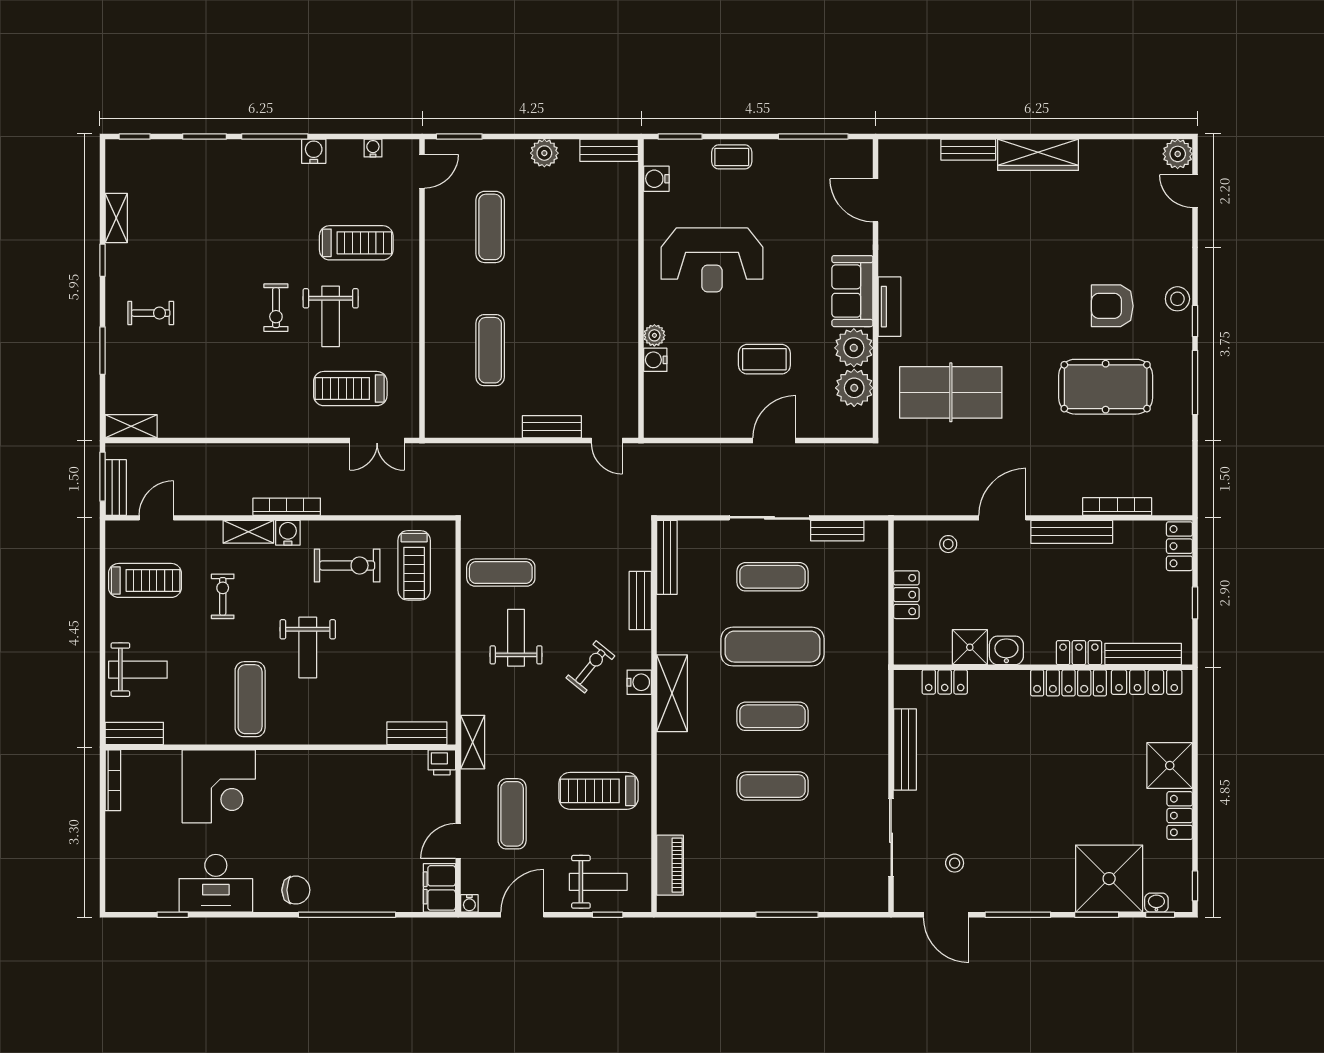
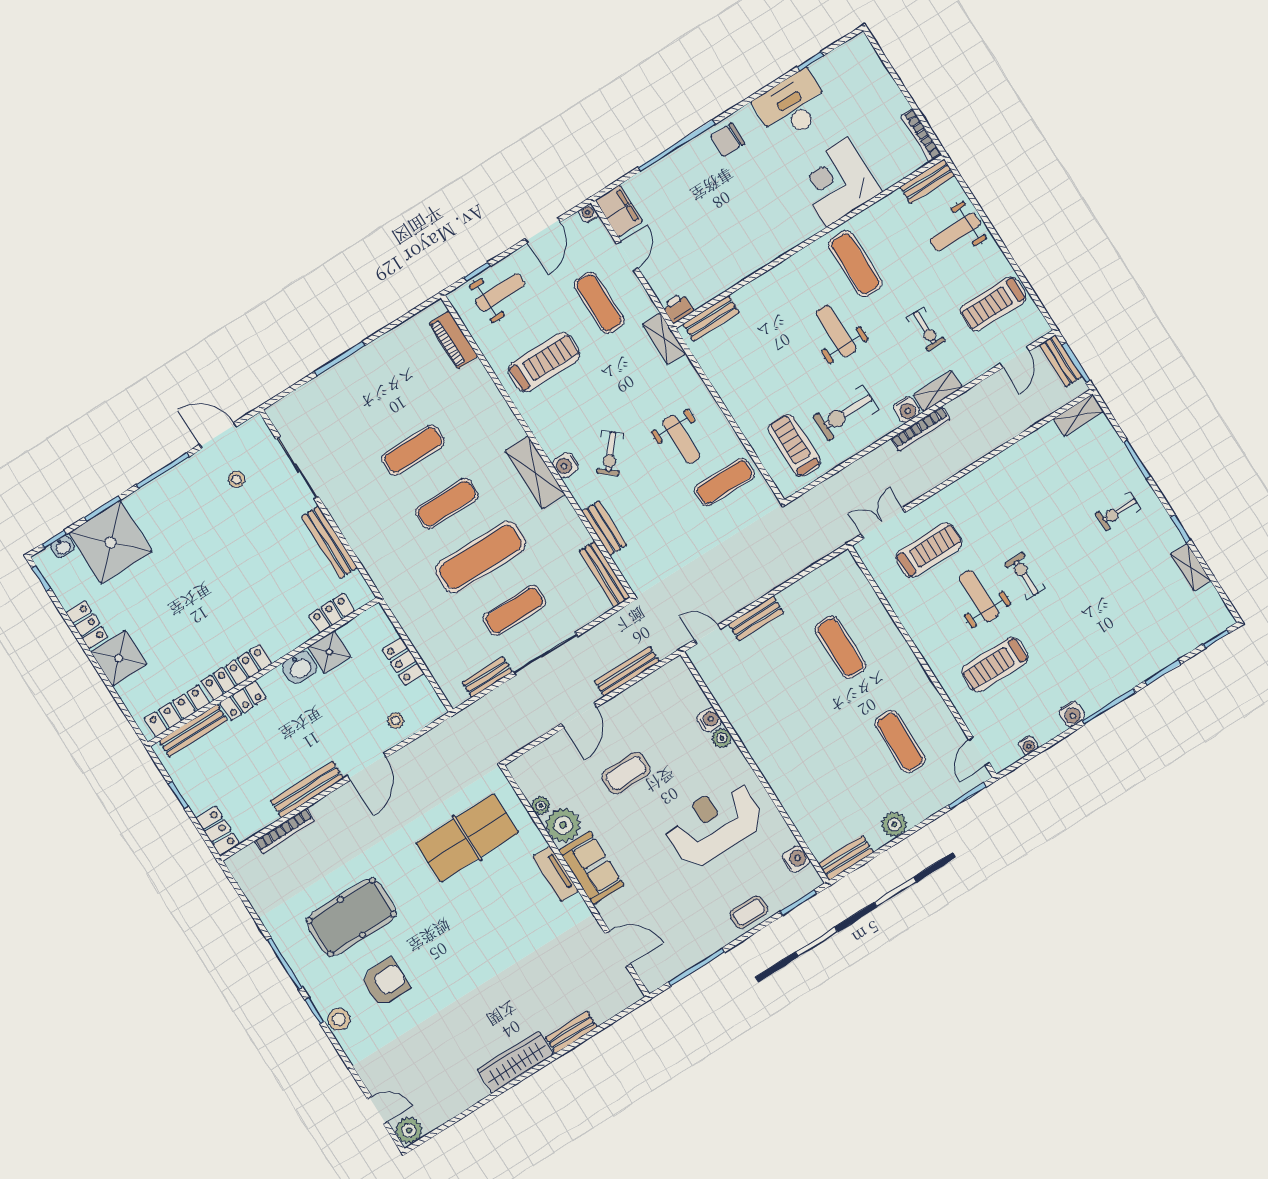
plant: (854, 388) -> (541, 806), width x0.53, depth x0.53
bench: (704, 453) -> (627, 672), added
weight bench: (598, 882) -> (500, 292), turned 180

